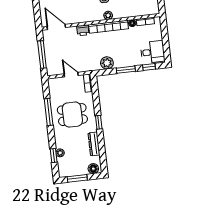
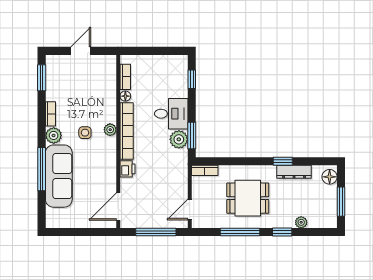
desk: (153, 52) -> (171, 114), moved, turned 90
window: (126, 70) -> (192, 135), moved
door: (71, 75) -> (190, 209), moved
dining table: (72, 115) -> (248, 198), turned 90
window: (99, 122) -> (283, 161), moved
window: (54, 155) -> (282, 232), moved

